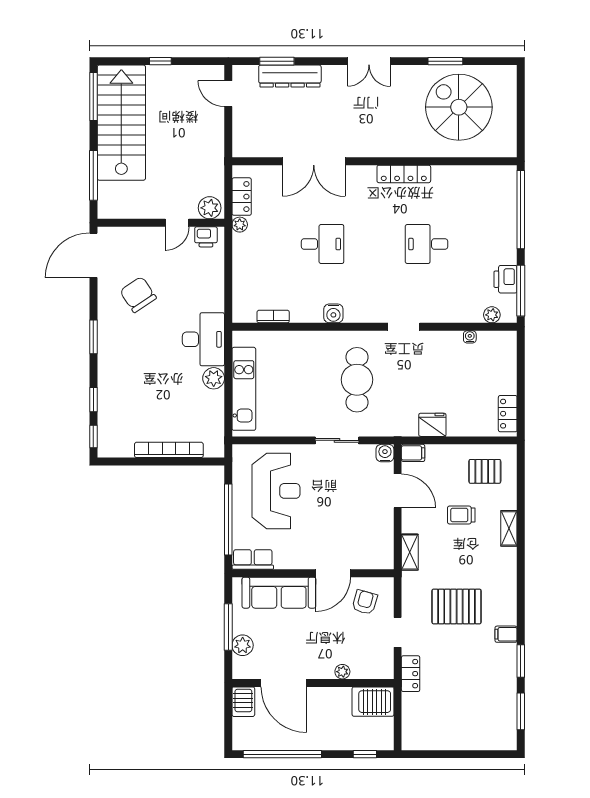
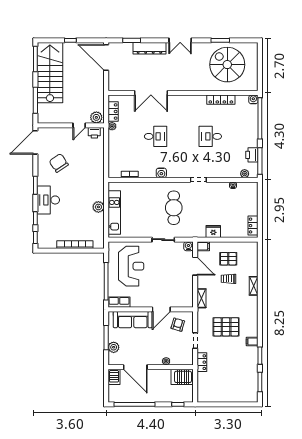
dresser: (290, 76) -> (149, 48), moved
door: (228, 94) -> (106, 57), width x1.88
locker: (404, 174) -> (221, 100), moved
water cooler: (508, 174) -> (253, 99), added
desk: (203, 339) -> (48, 200), moved, turned 180
pallet: (485, 471) -> (228, 259), moved

